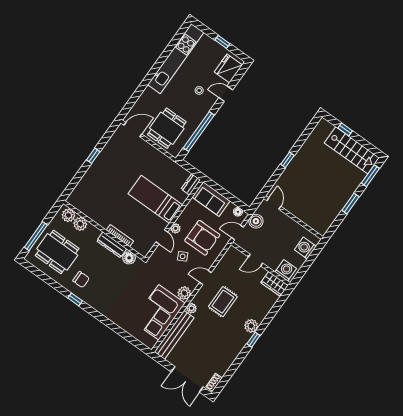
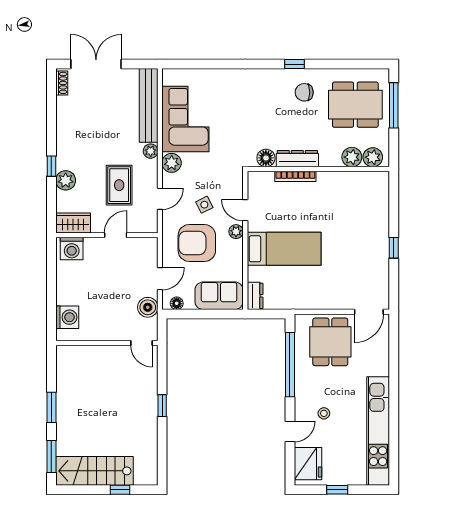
door: (256, 260) -> (116, 235), moved
wall: (260, 264) -> (107, 235), moved
washing machine: (286, 270) -> (72, 249), moved
wardrobe: (275, 284) -> (73, 223), moved

